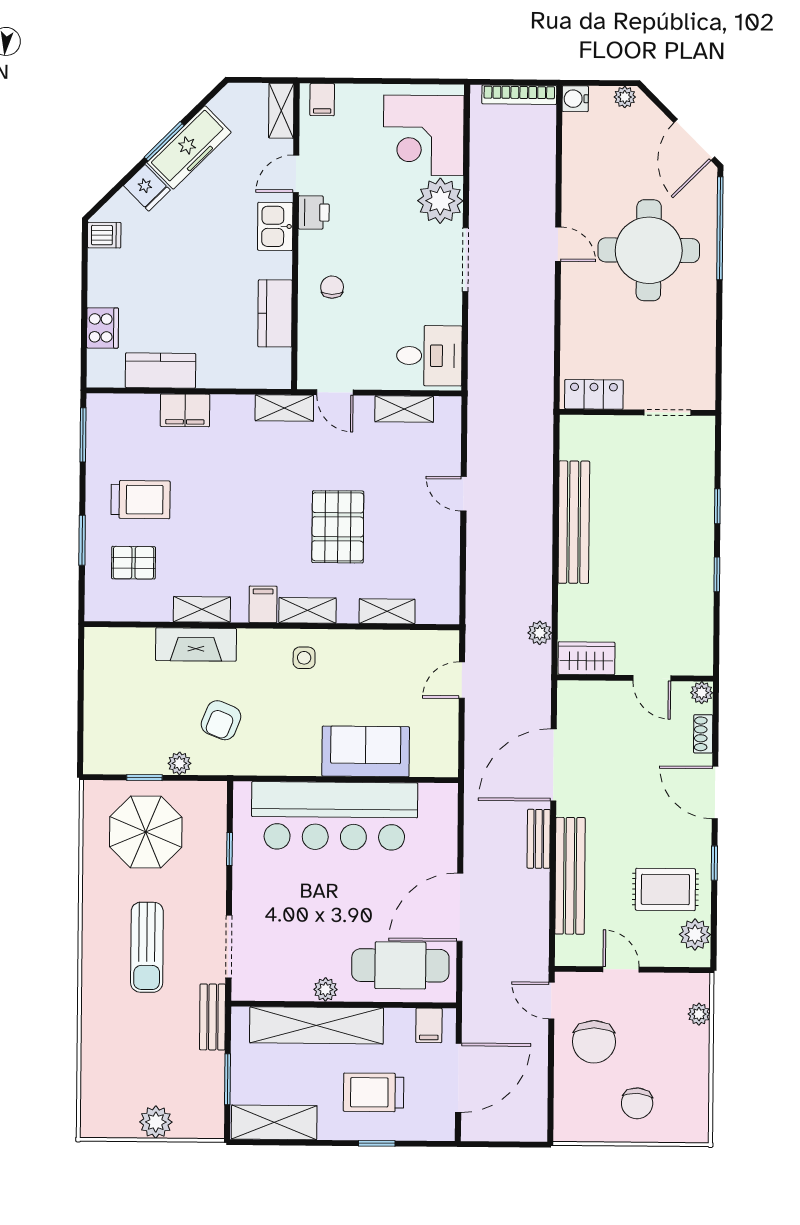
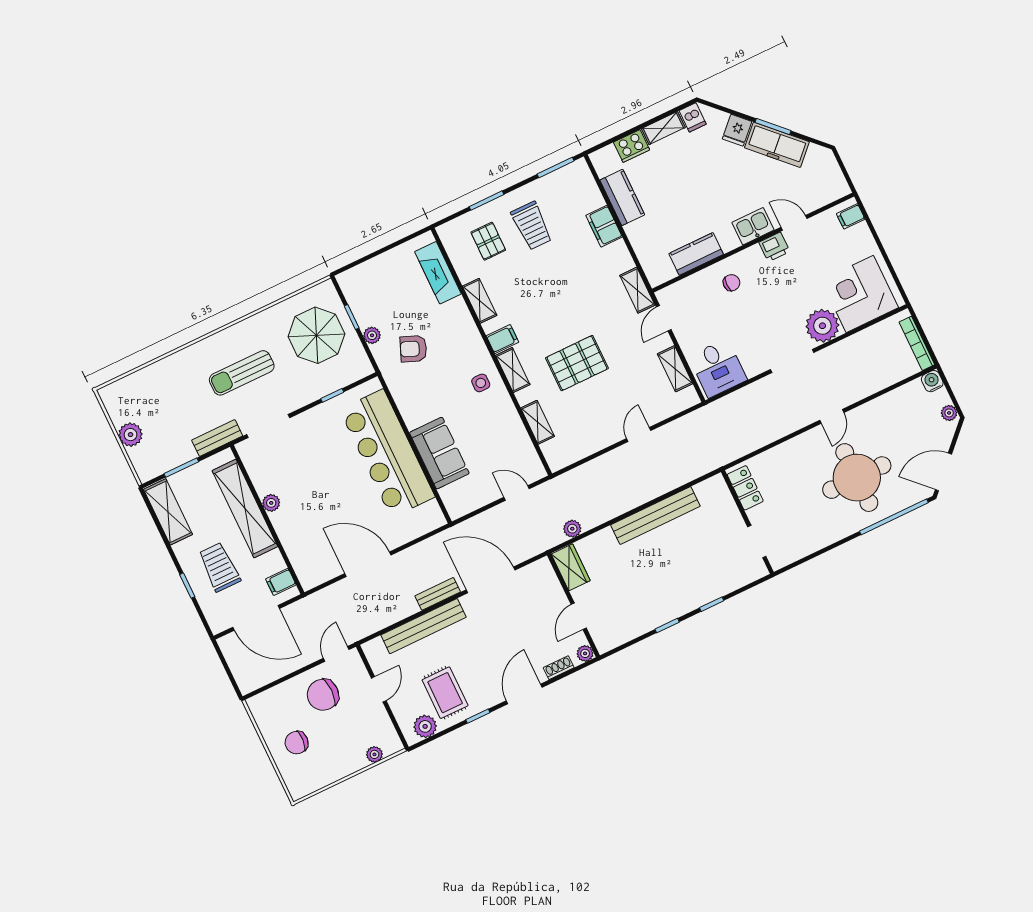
shelving: (281, 111) -> (663, 128), moved
fireplace: (196, 644) -> (438, 273), moved
cafe table: (400, 965) -> (311, 544), removed

